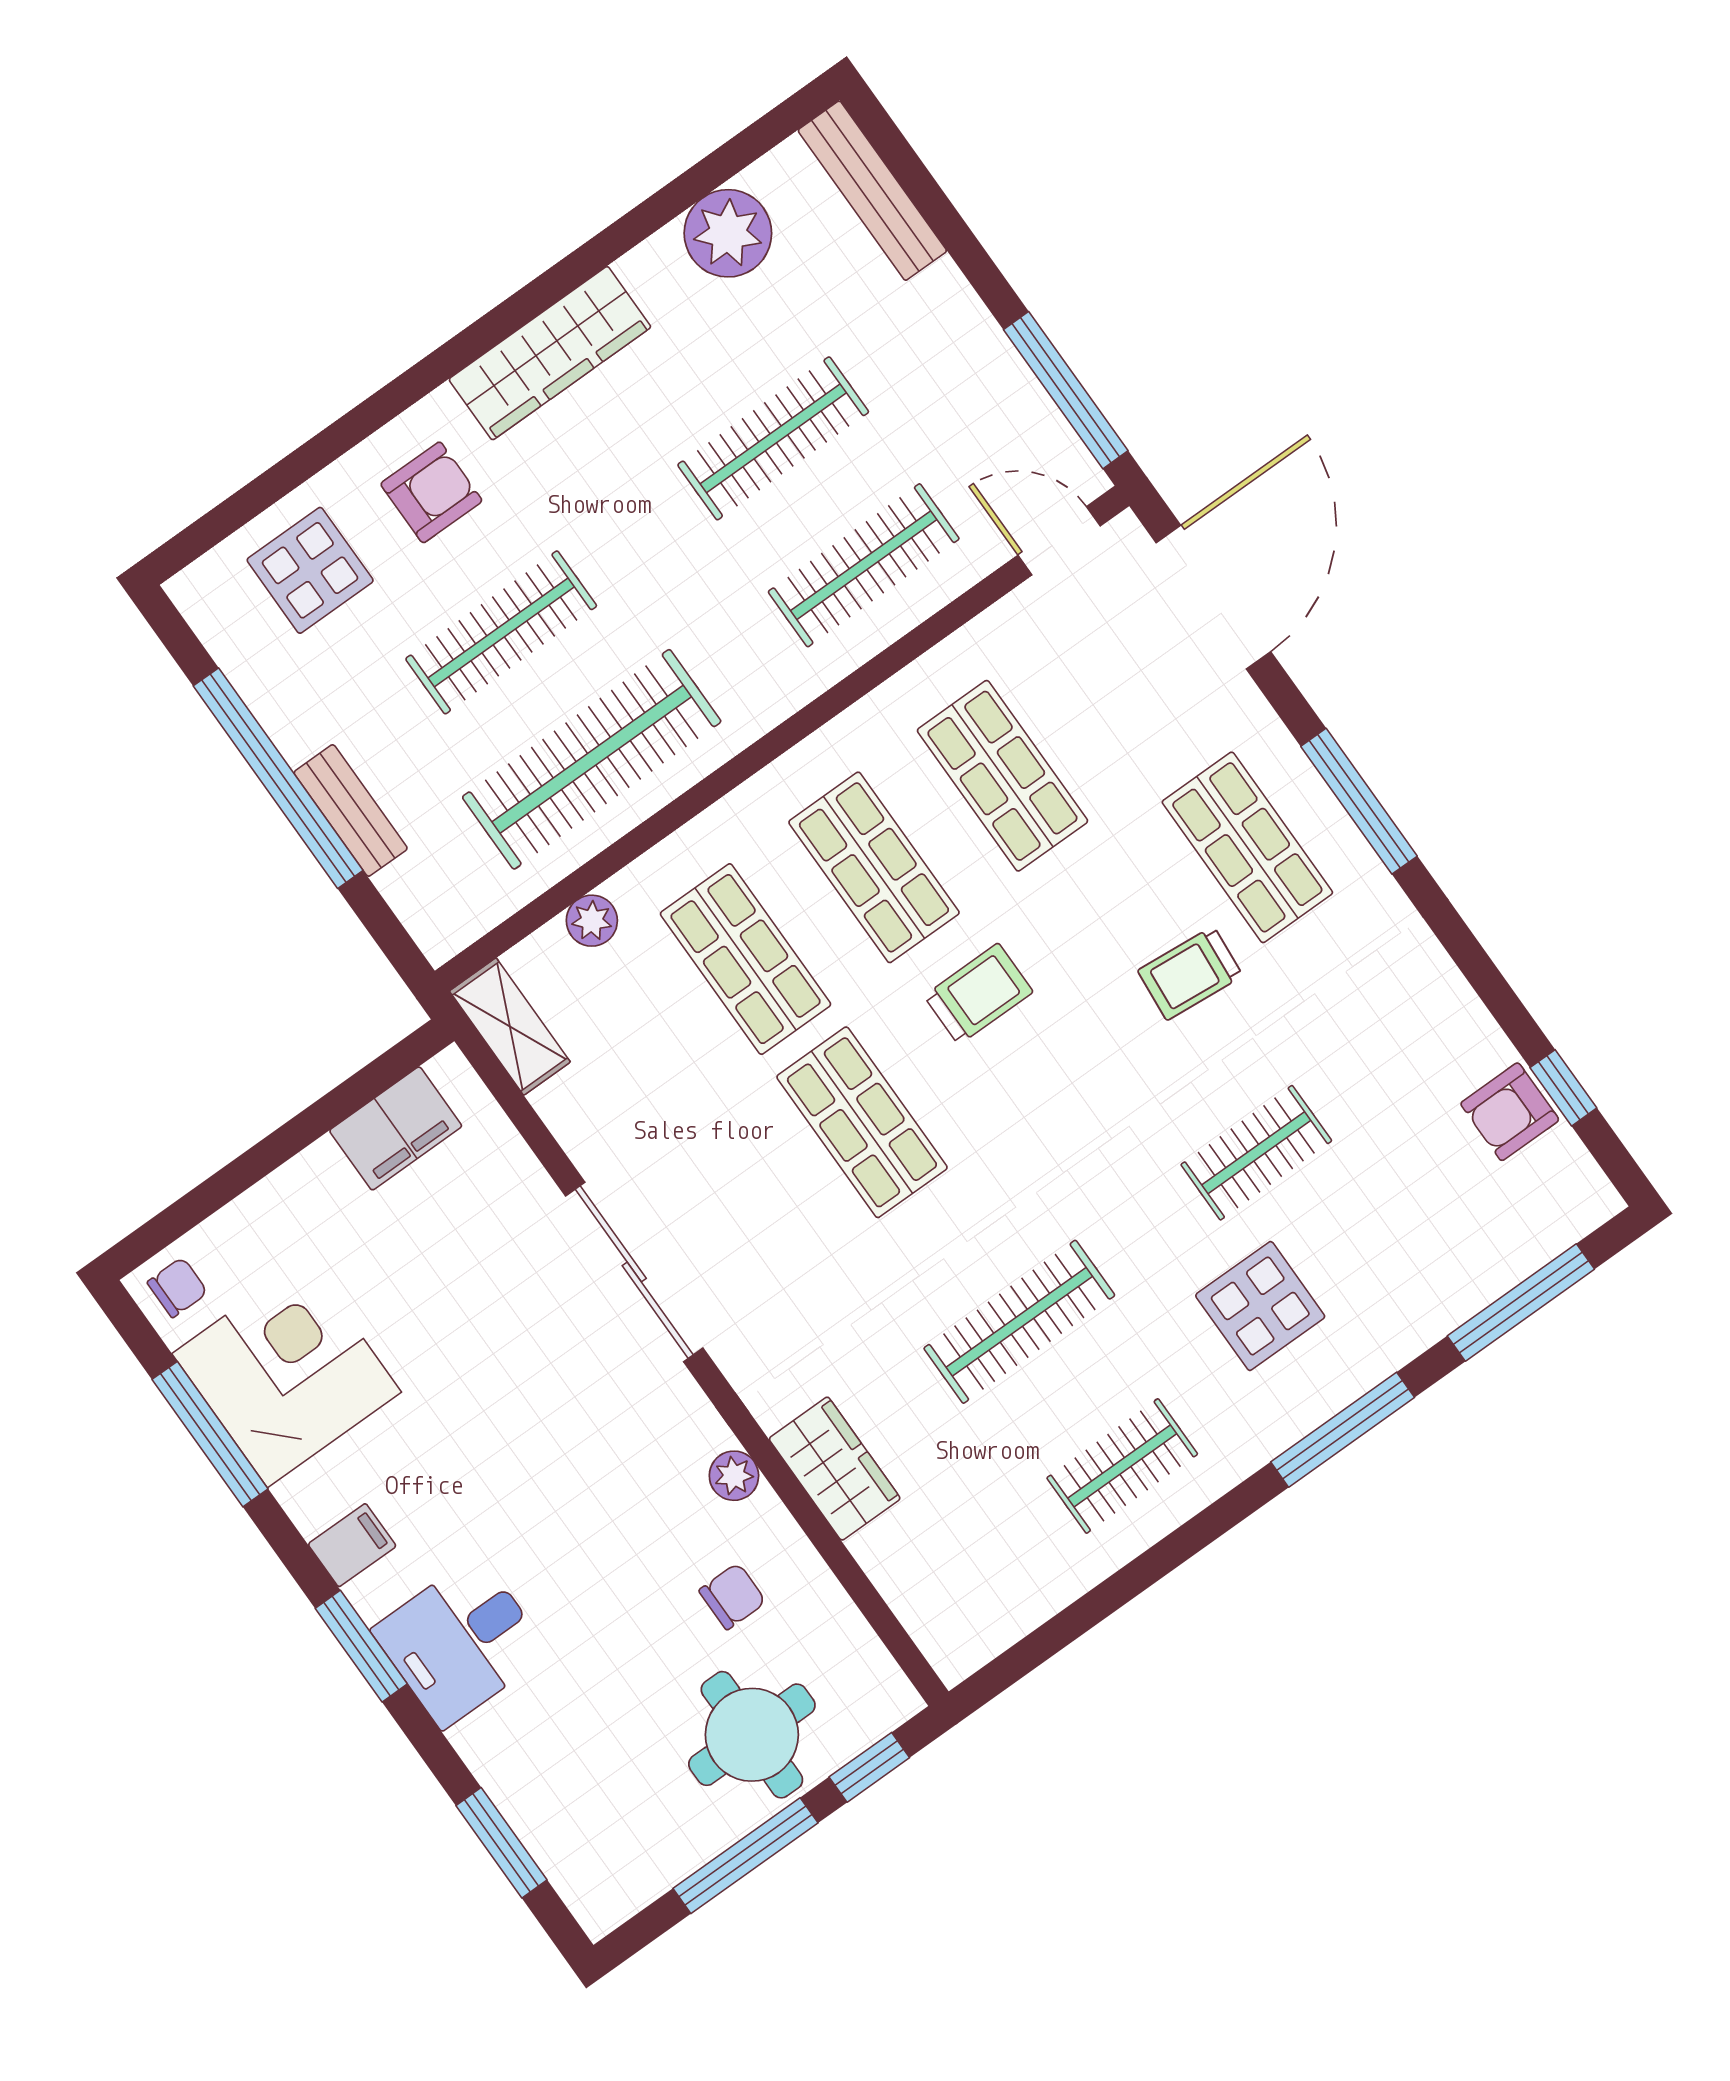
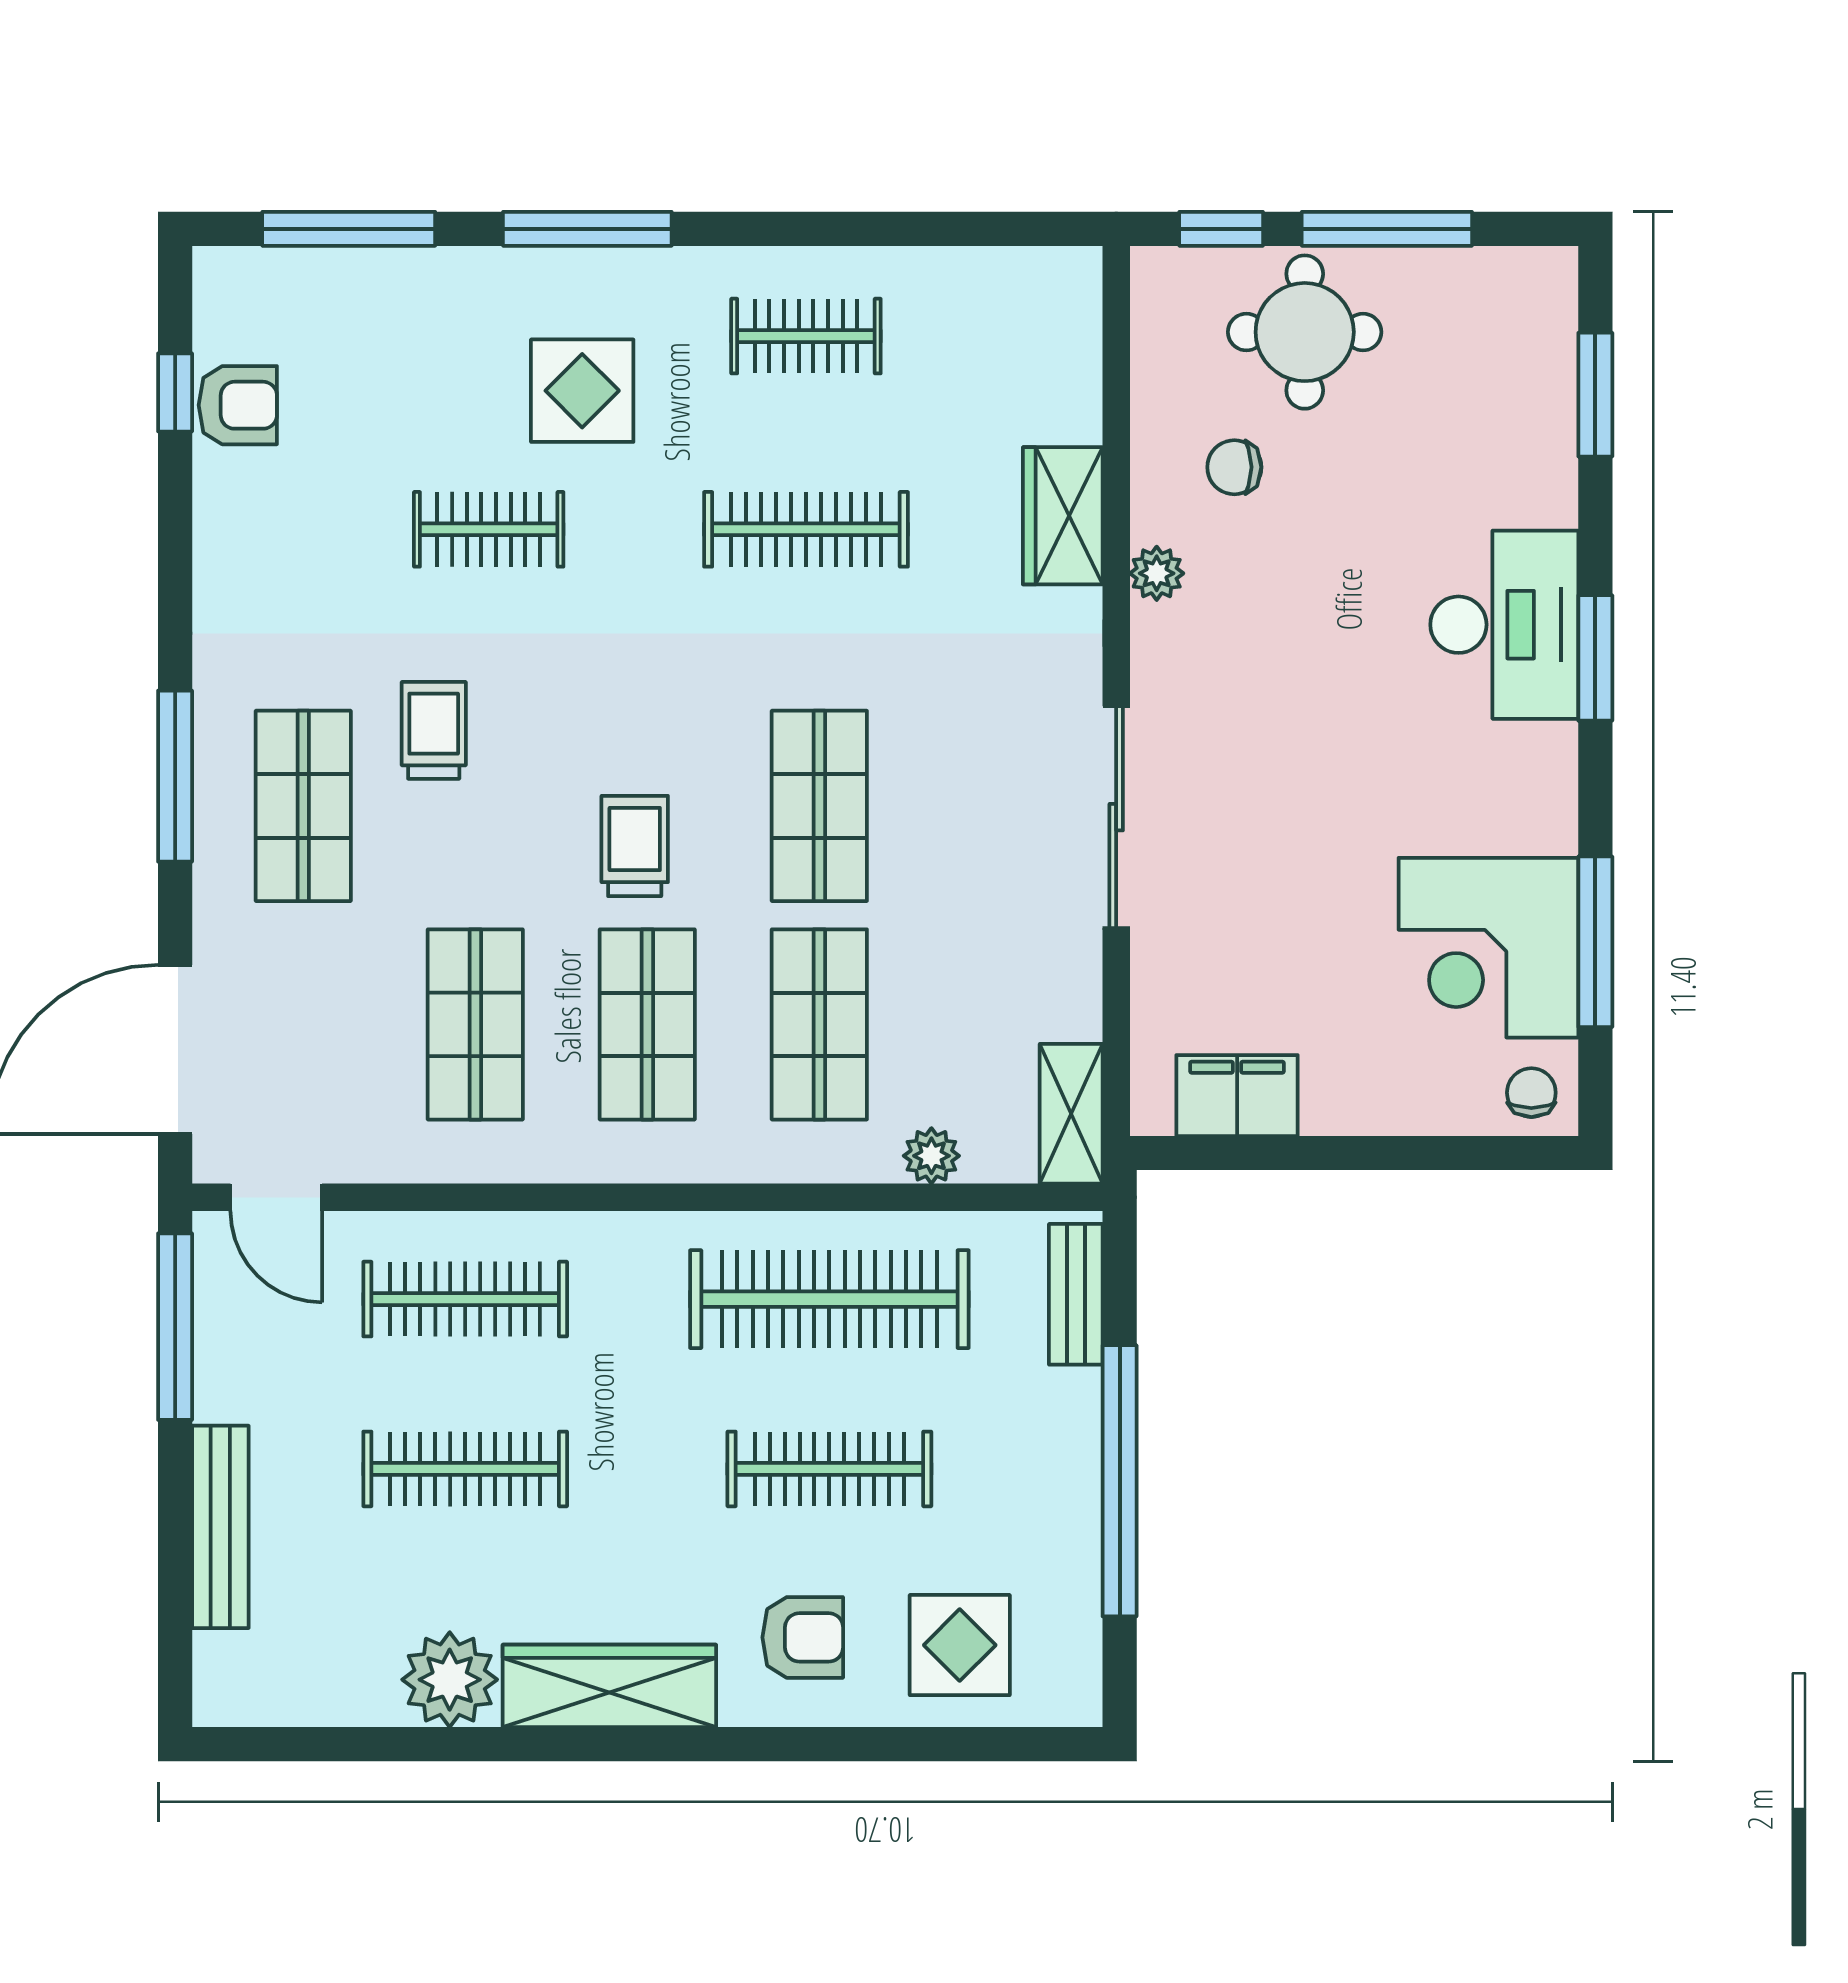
bench: (872, 191) -> (220, 1527), moved
plant: (728, 233) -> (450, 1680), moved
armchair: (431, 492) -> (803, 1637), turned 180
bench: (351, 810) -> (1076, 1294), moved
trolley: (1190, 973) -> (434, 730), turned -95
trolley: (978, 994) -> (635, 846), turned 90
chair: (177, 1287) -> (1531, 1093), turned 90
filing cabinet: (352, 1545) -> (1539, 753), removed
desk: (461, 1642) -> (1504, 625), width x1.37

